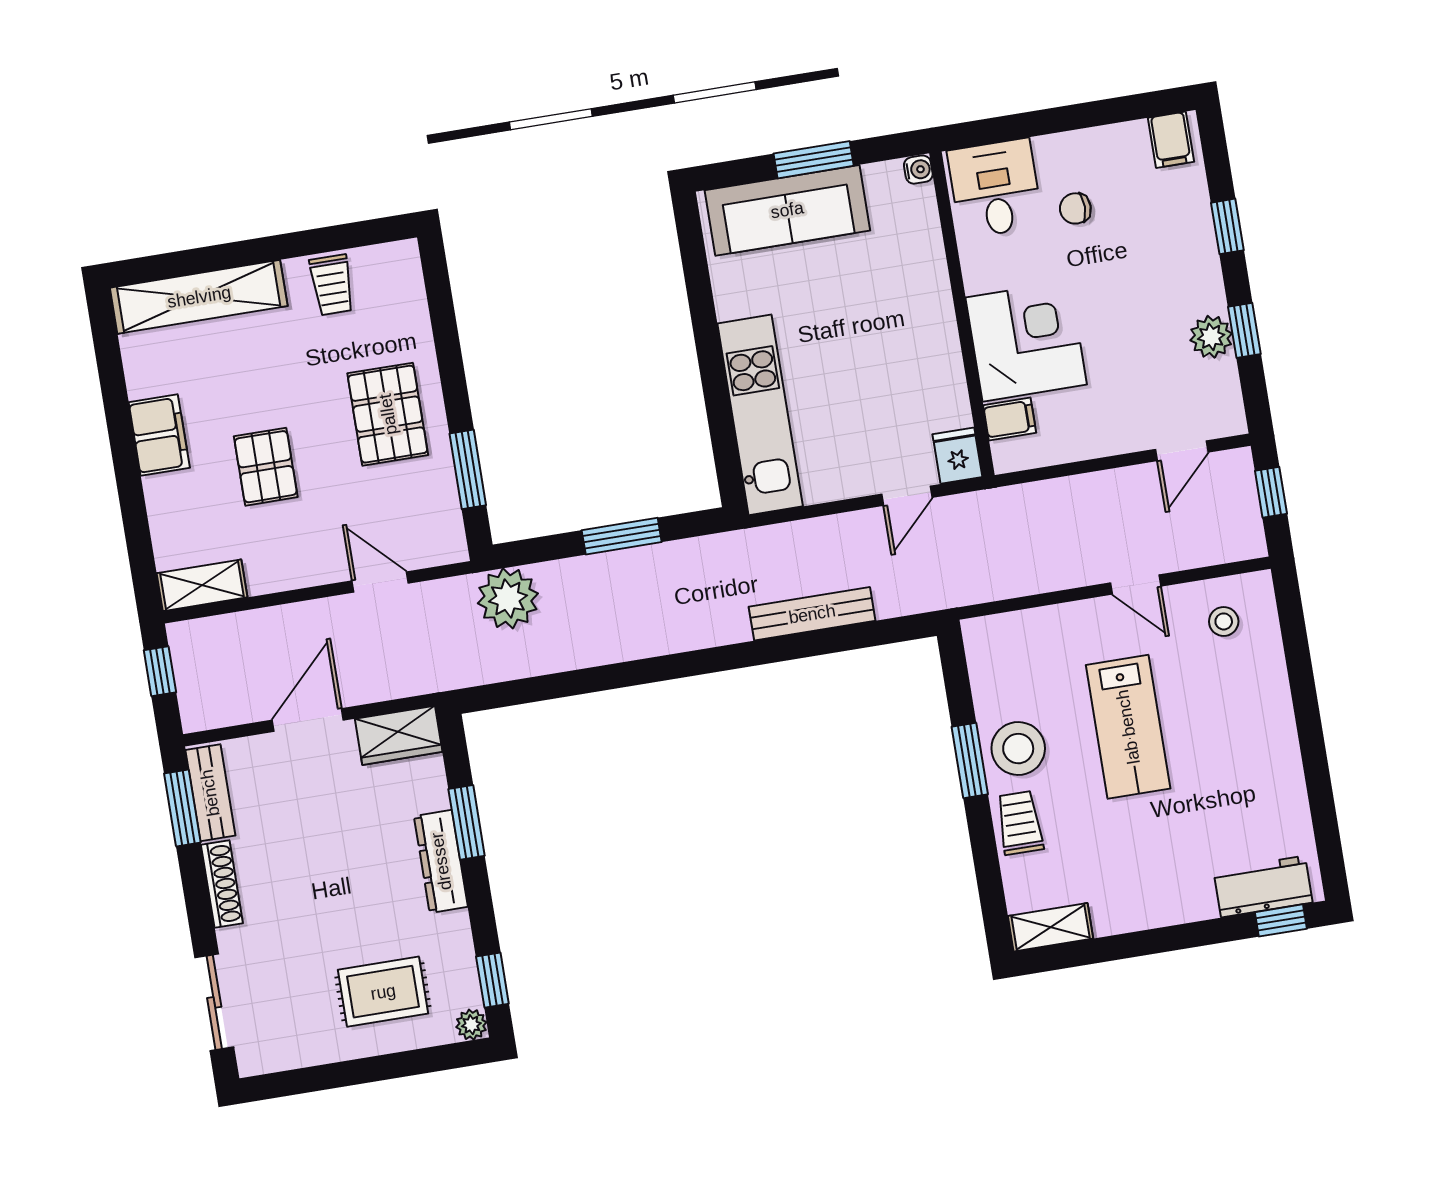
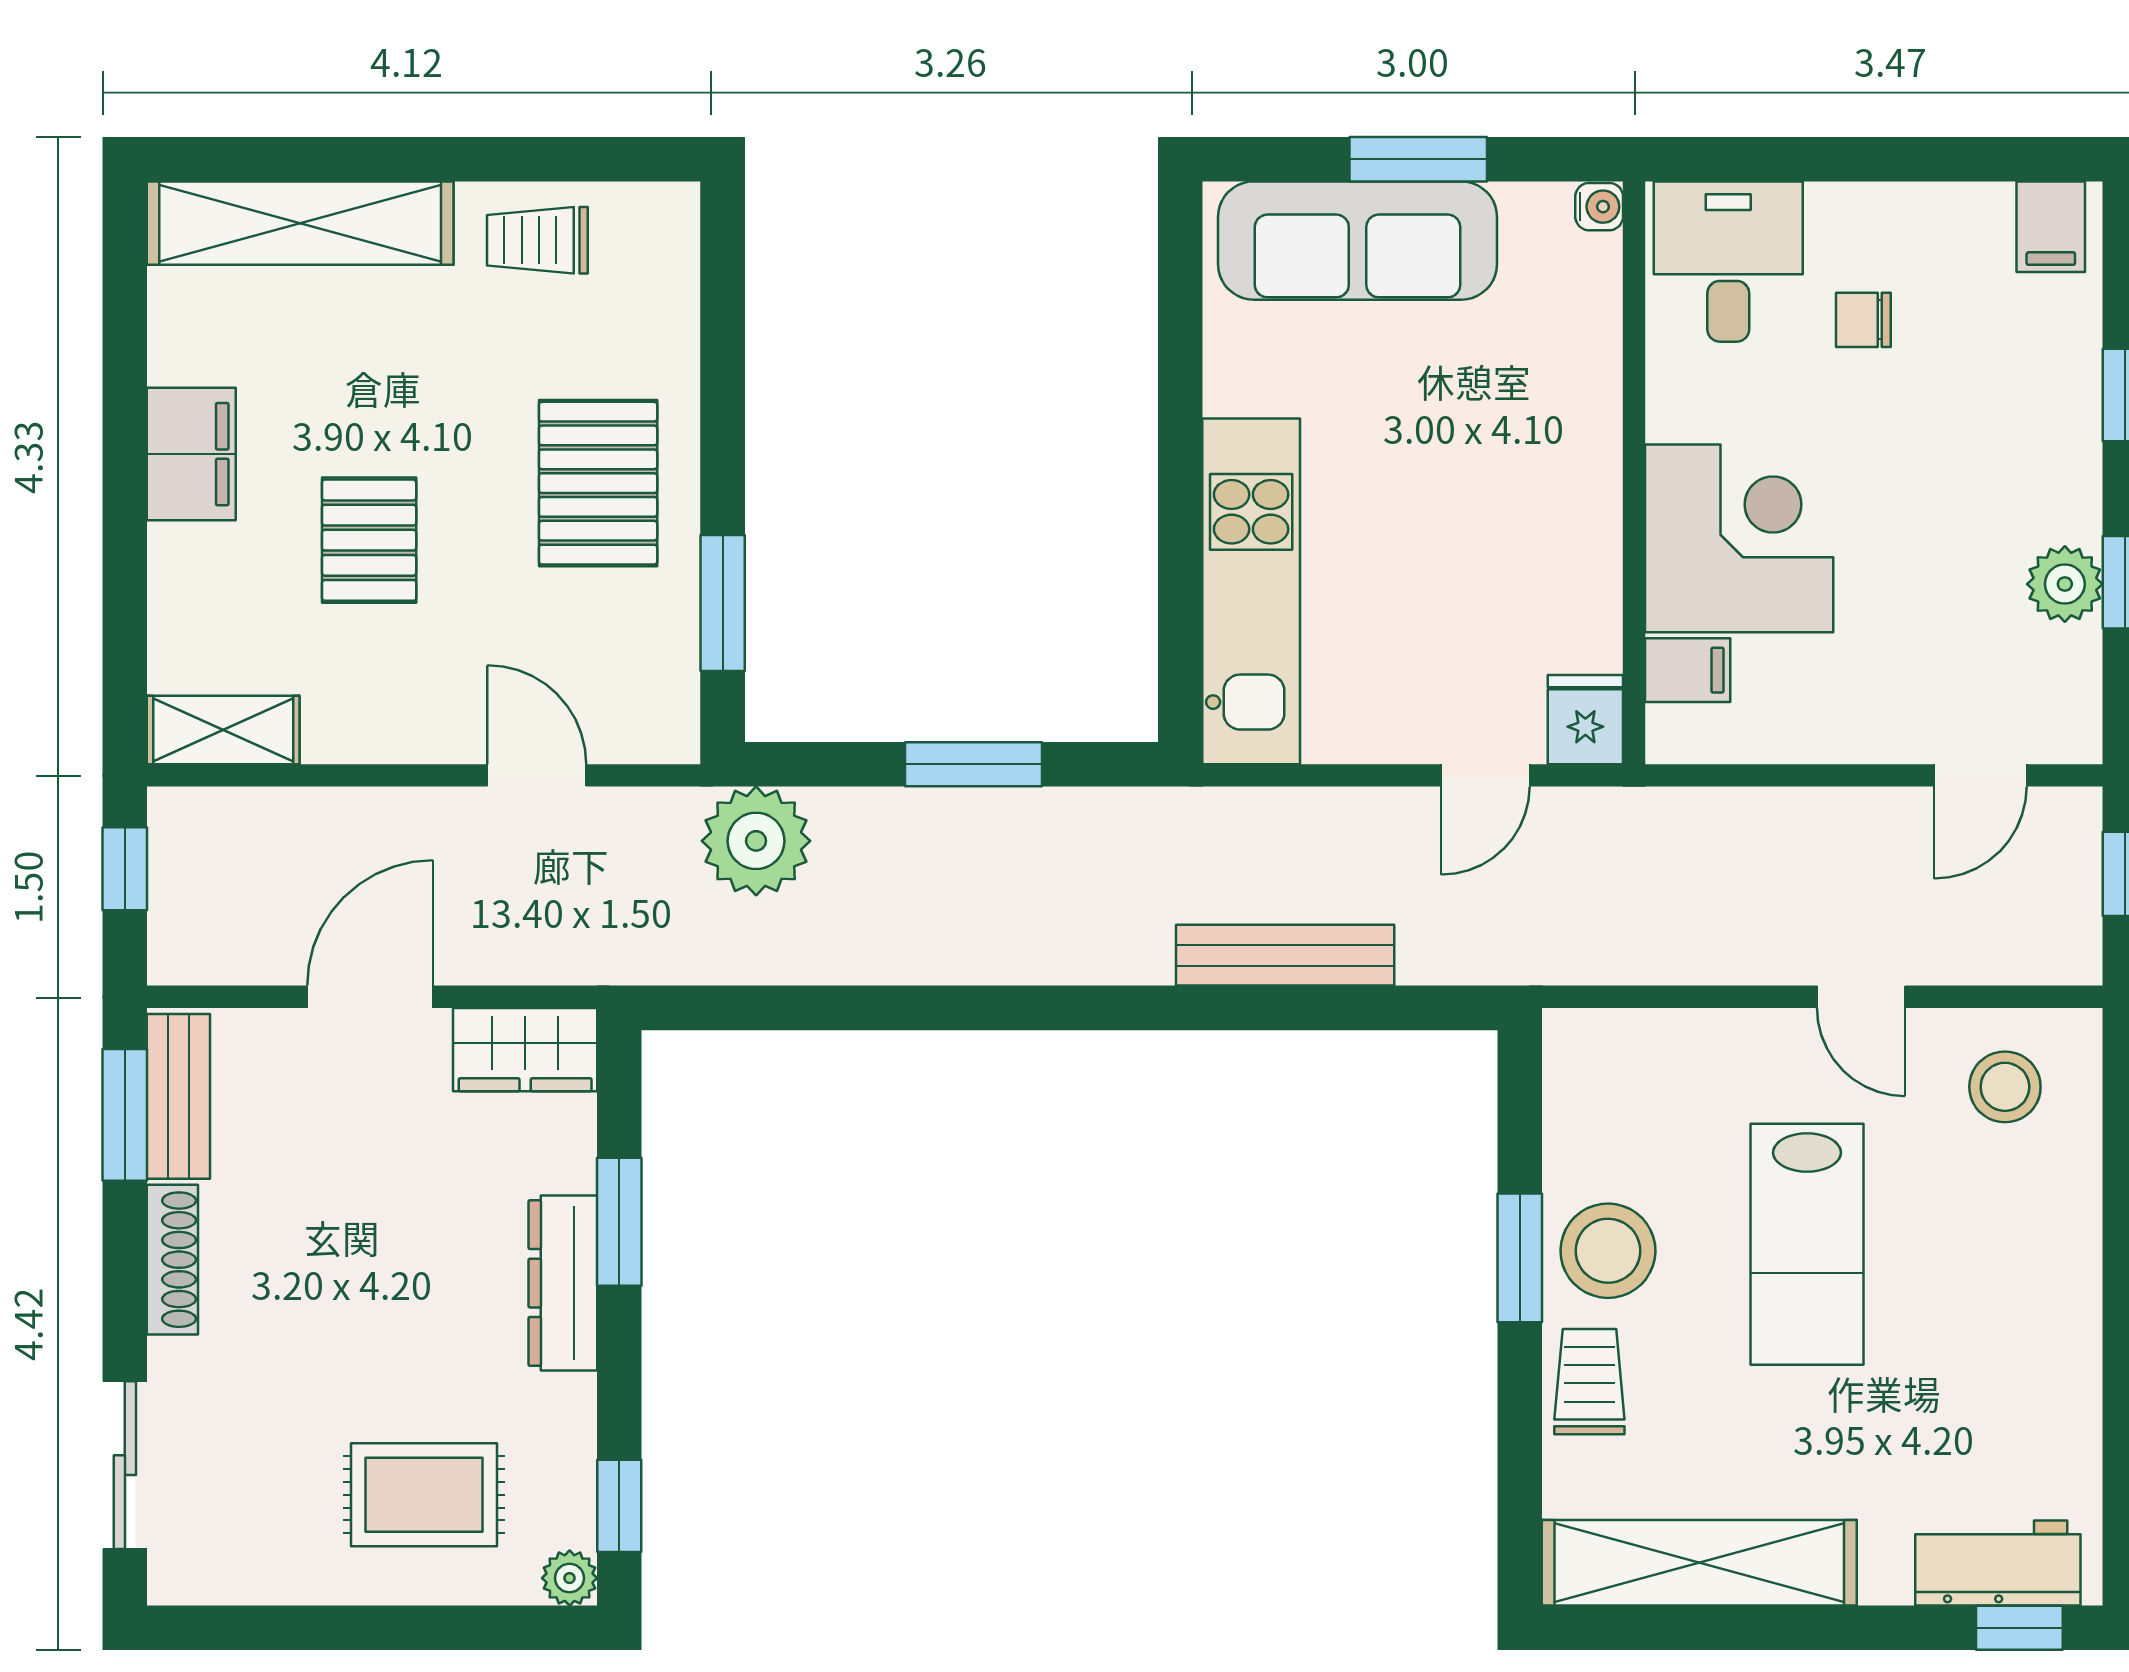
trolley: (332, 285) -> (537, 240), turned 90
stool: (1224, 621) -> (2005, 1087), width x1.37, depth x1.37
shelving: (1051, 927) -> (1699, 1563), width x2.20, depth x1.33

